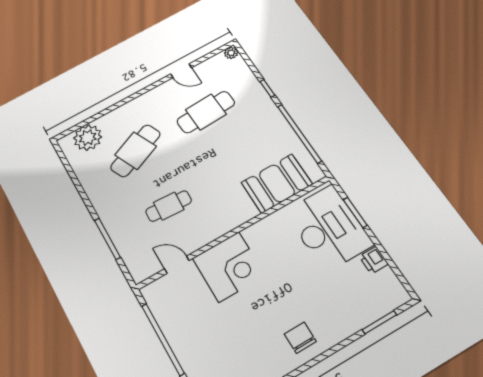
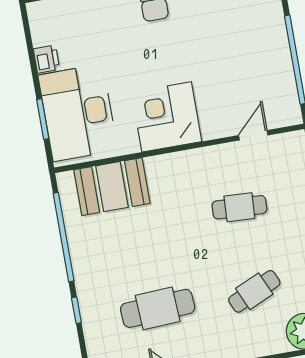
cafe table: (136, 151) -> (254, 291), width x0.73, depth x0.74
door: (177, 265) -> (253, 135), swing flipped
corner desk: (229, 267) -> (167, 117), moved

